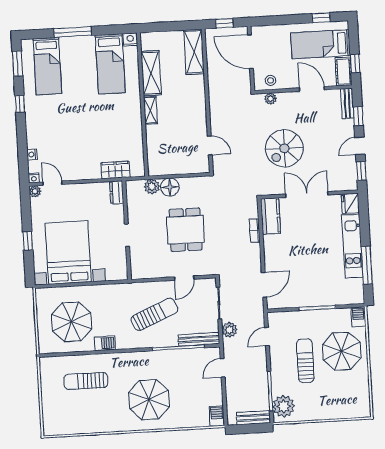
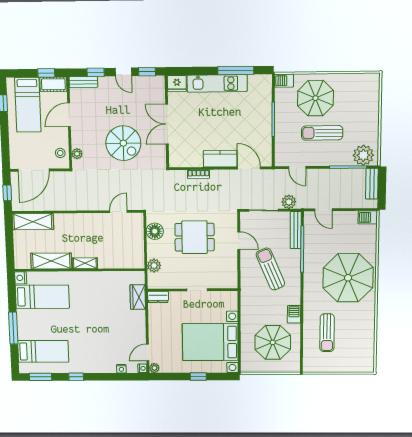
floor lamp: (170, 187) -> (155, 231), moved
kitchen counter: (270, 216) -> (220, 159), moved
parasol: (149, 400) -> (348, 278), width x1.36, depth x1.36

